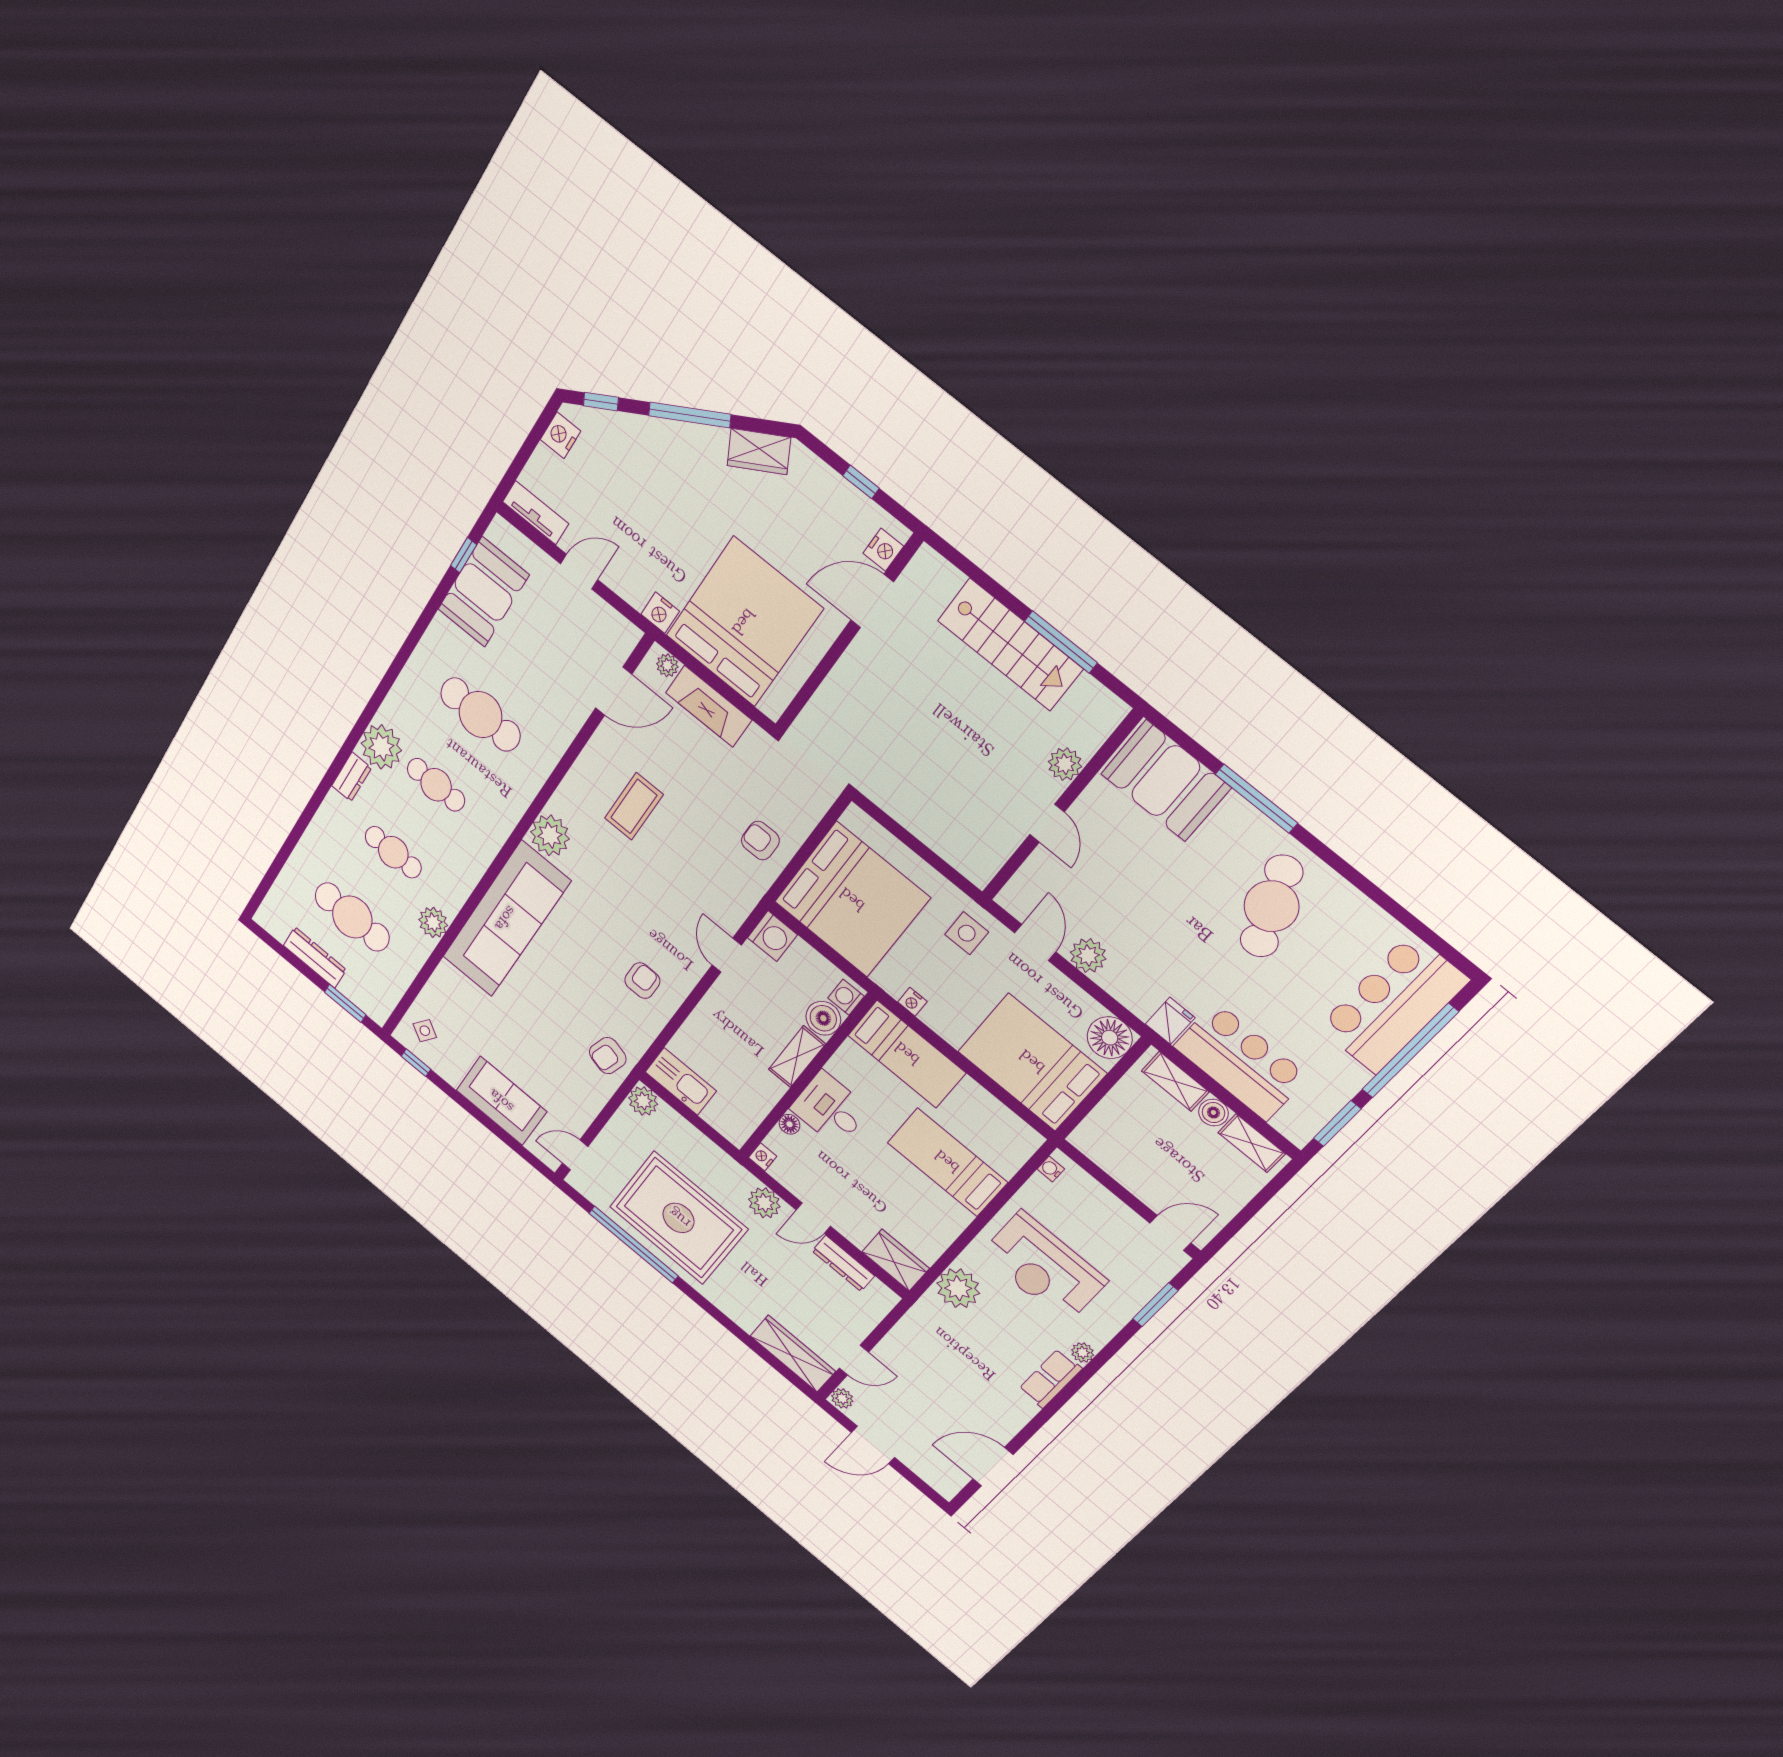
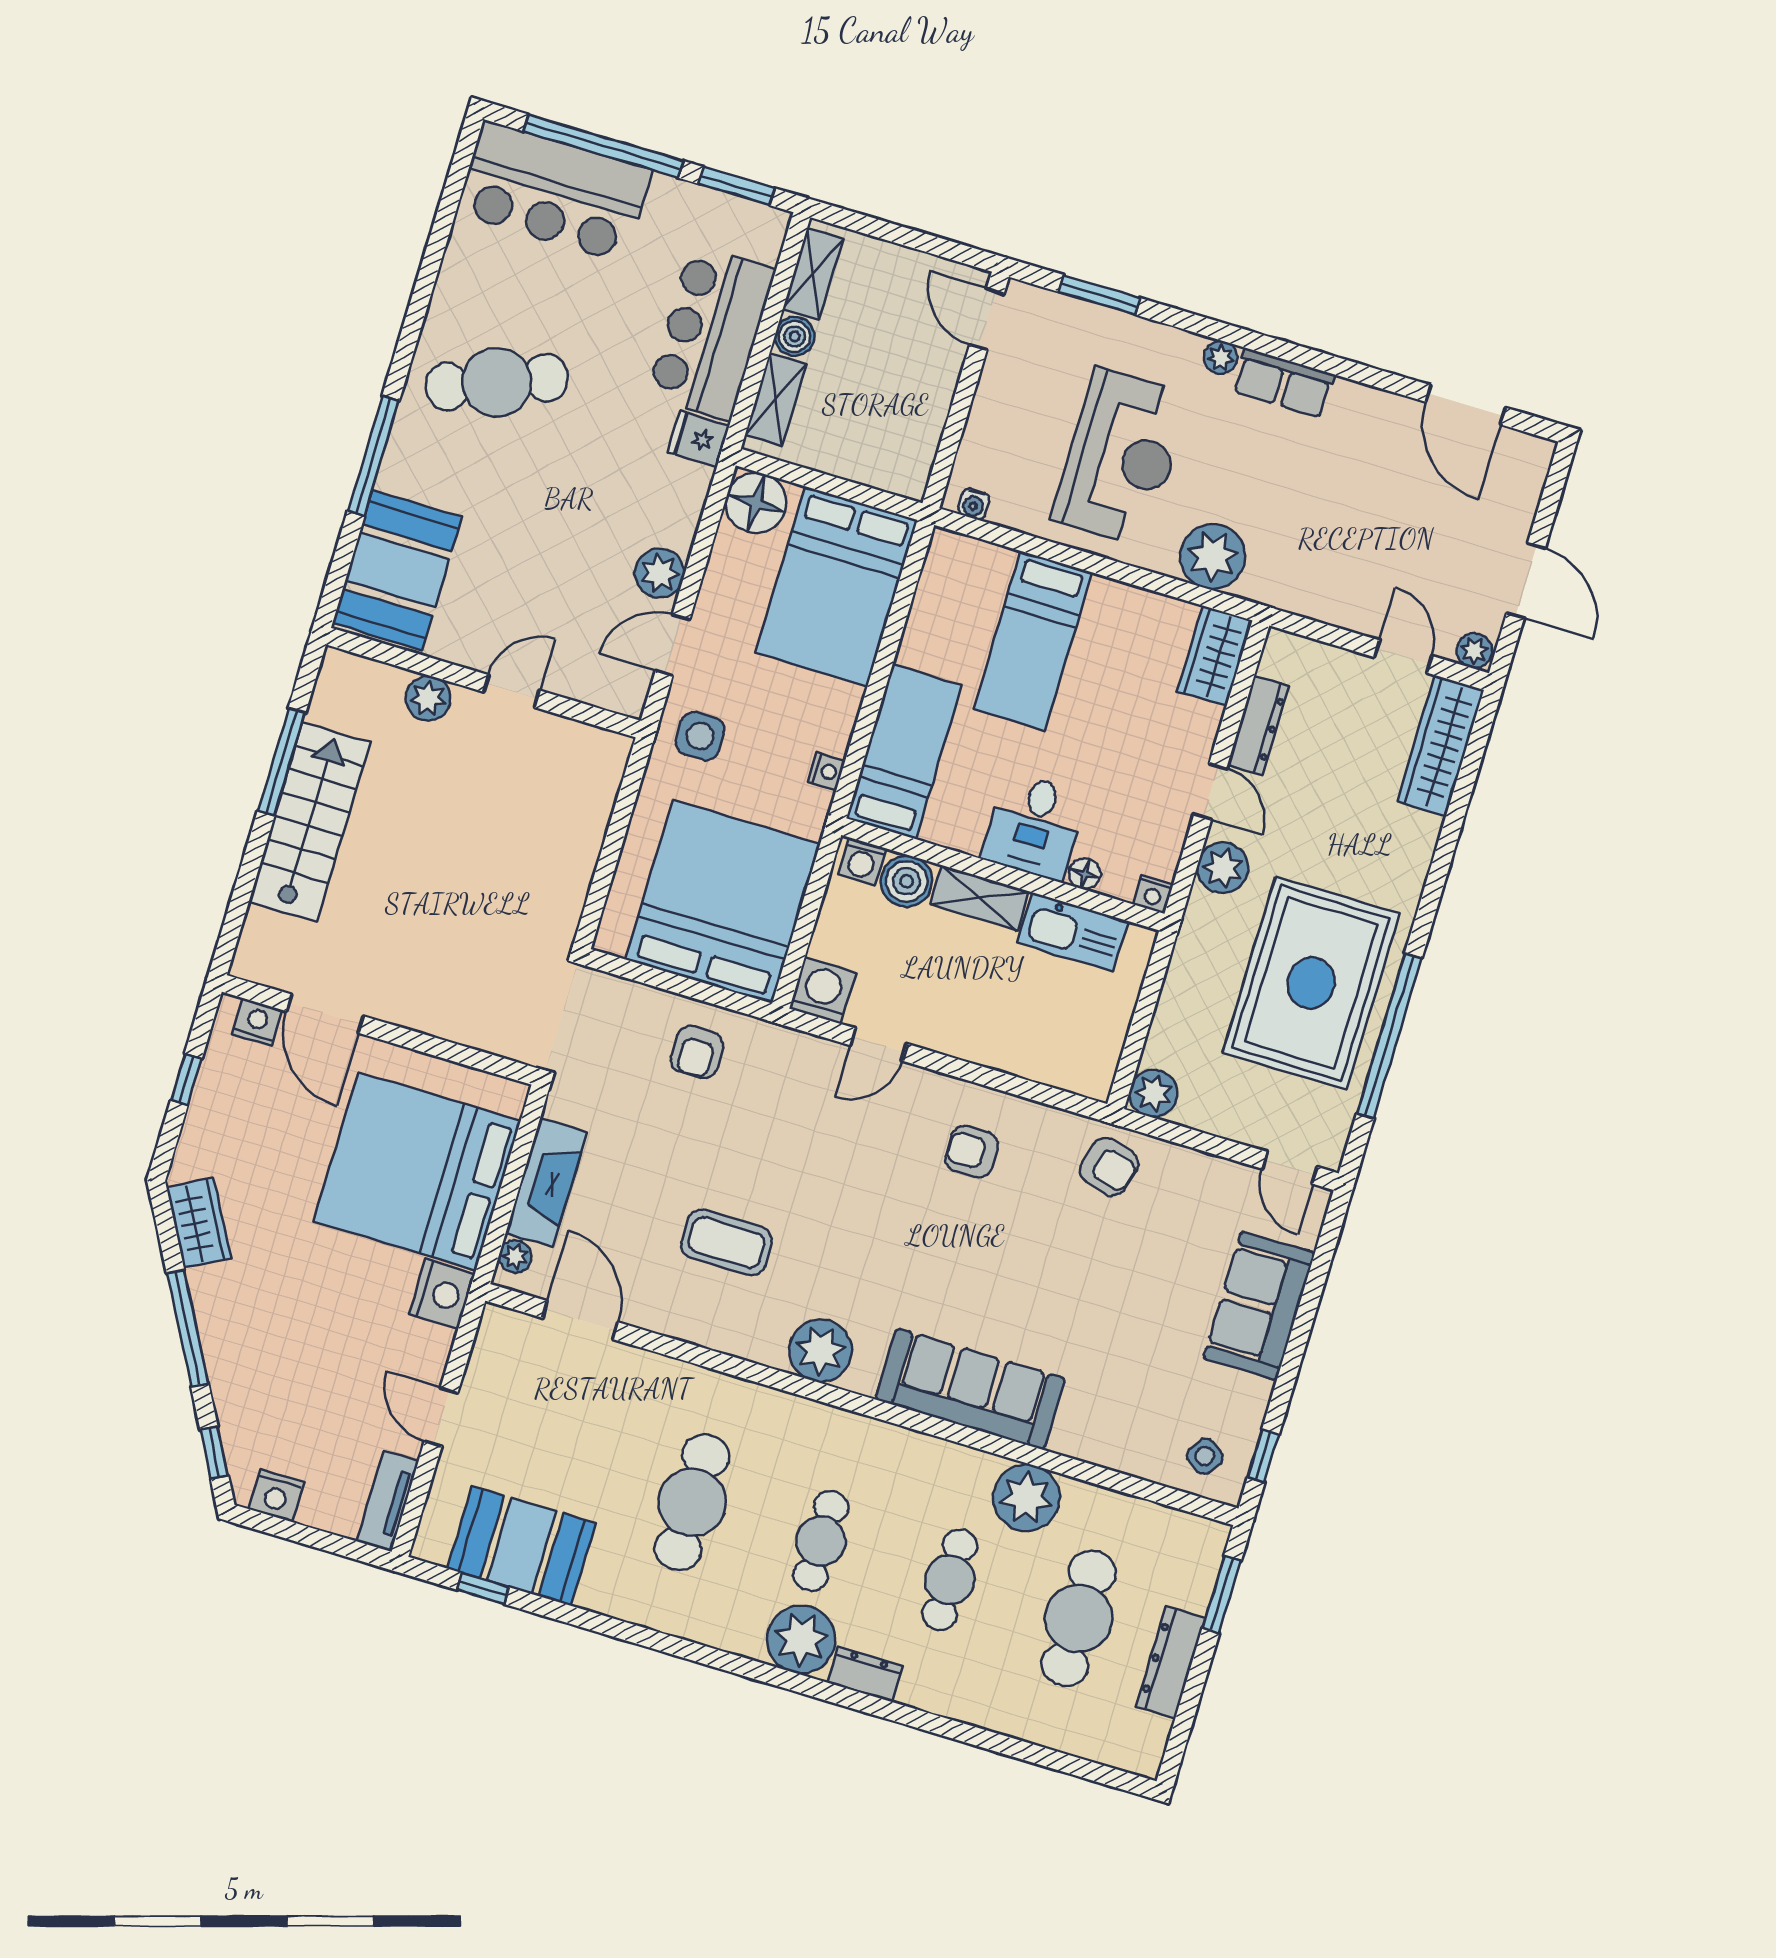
nightstand: (660, 613) -> (442, 1294), width x1.36, depth x1.33
sofa: (506, 919) -> (970, 1389), width x0.74, depth x0.79
plant: (433, 922) -> (1026, 1498), width x1.36, depth x1.36
kitchen sink: (681, 1081) -> (1073, 932), moved, turned -90

